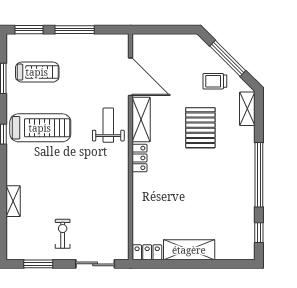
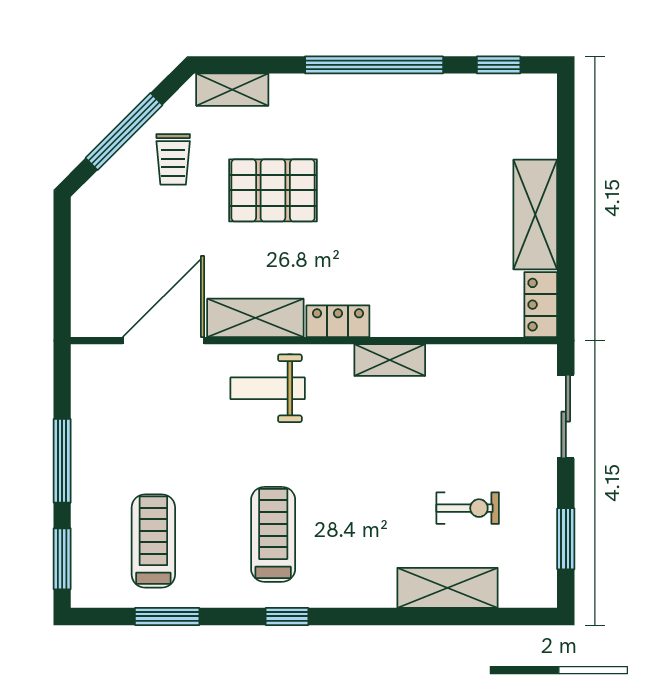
treadmill: (40, 128) -> (273, 534), width x0.73, depth x0.73
shelving: (121, 182) -> (390, 360), added
shelving: (13, 201) -> (448, 588), width x1.50, depth x1.33
exercise bike: (63, 234) -> (468, 508), moved, turned 180

